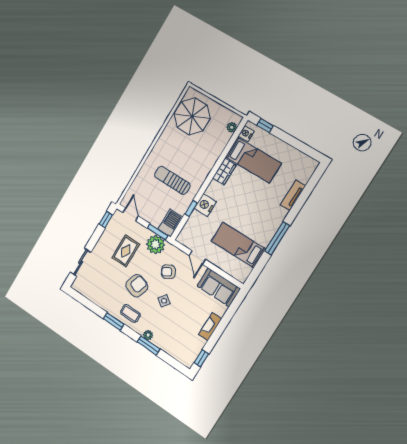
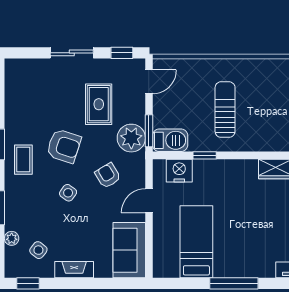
nightstand: (205, 205) -> (179, 171), moved
rug: (126, 251) -> (99, 104), turned 90
sliding door: (81, 262) -> (72, 53), moved
plant: (148, 335) -> (12, 238), moved
side table: (186, 339) -> (38, 250), added

